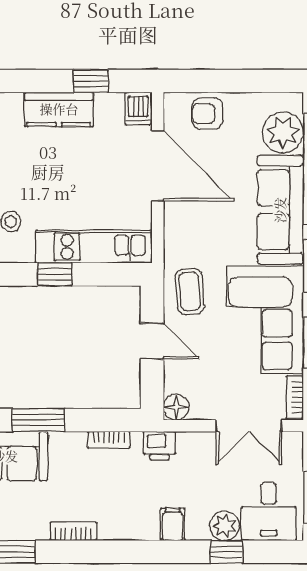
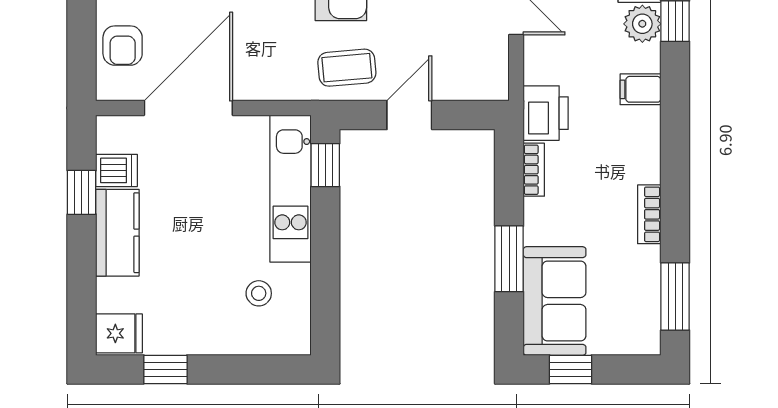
dishwasher: (138, 109) -> (116, 170), moved
window: (55, 274) -> (325, 165), moved
floor lamp: (176, 407) -> (493, 85), removed
printer: (159, 446) -> (546, 113), width x1.36, depth x1.24

